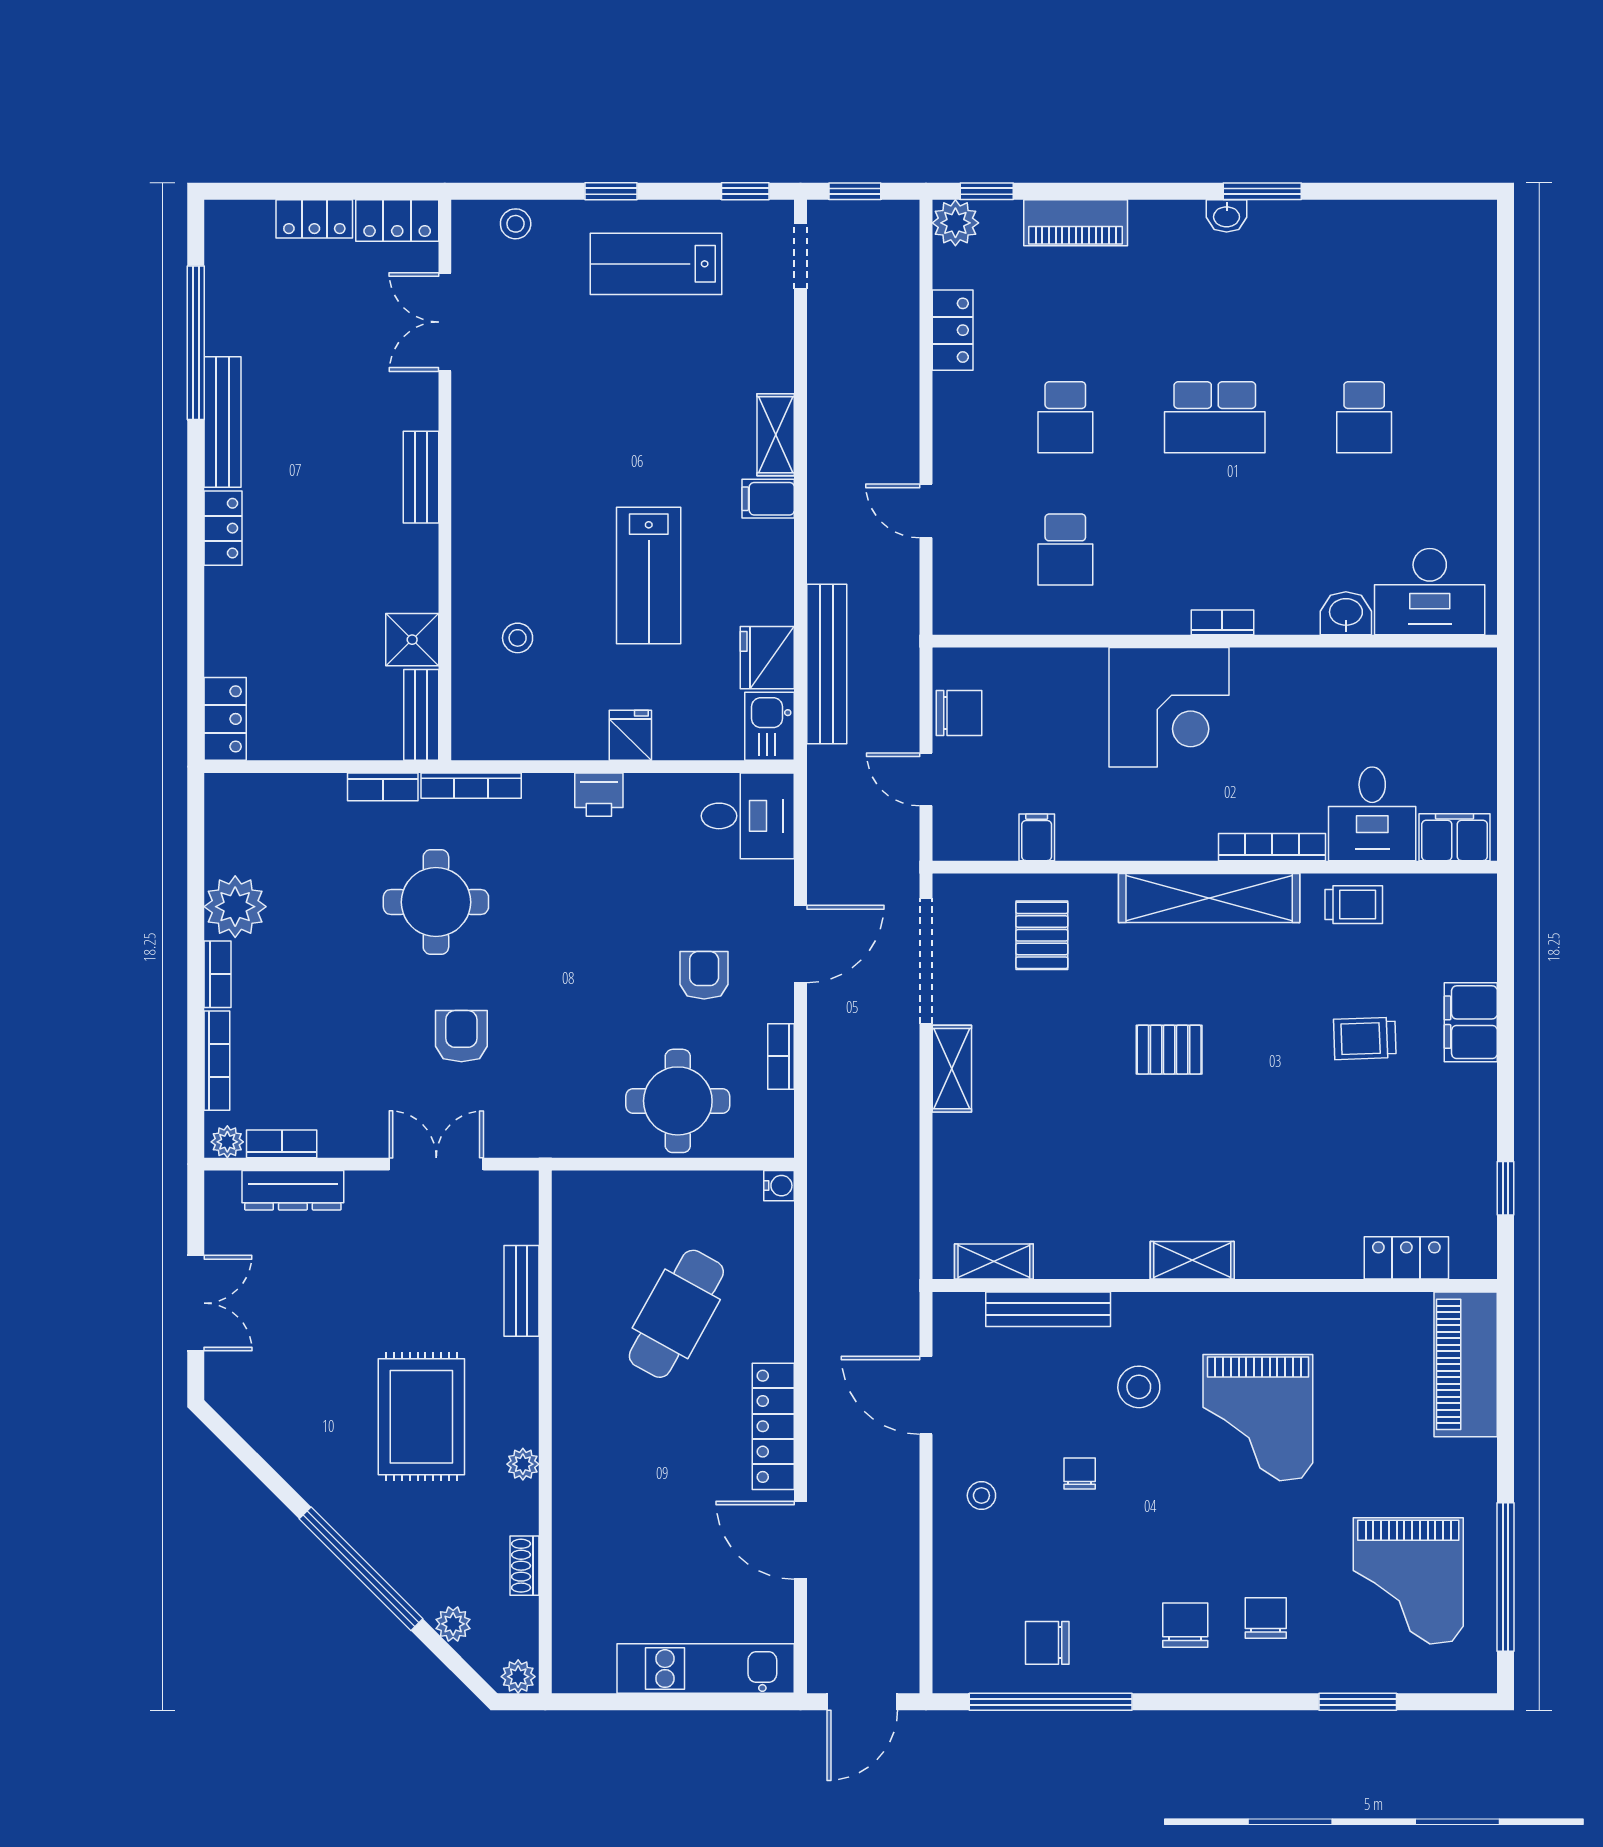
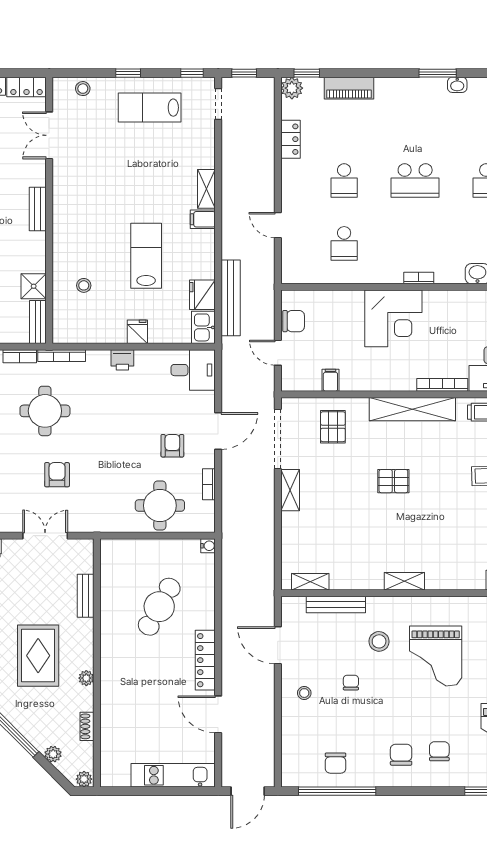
washbasin: (1227, 216) -> (457, 85), moved
lab bench: (649, 575) -> (146, 256), turned 180
chair: (1047, 1643) -> (336, 763), turned -90

